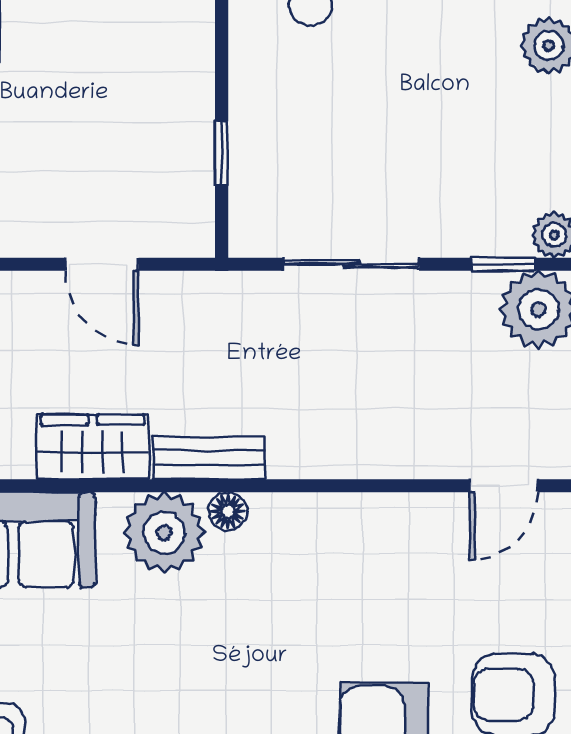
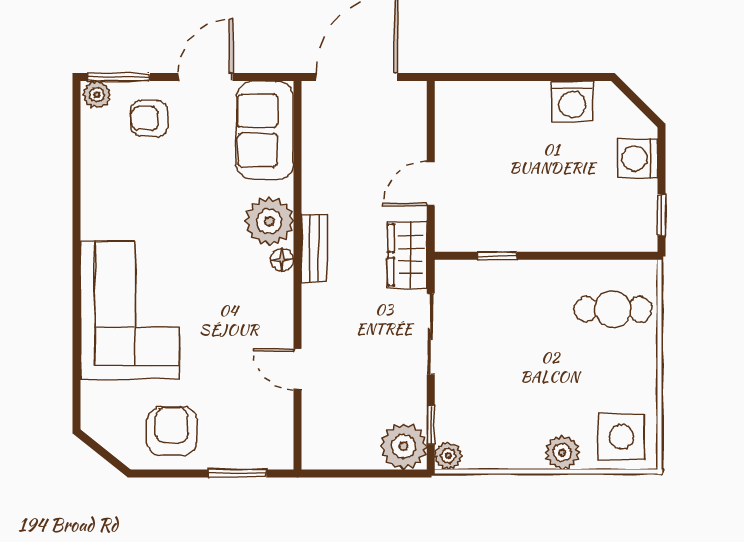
wardrobe: (93, 447) -> (407, 255), moved, turned 180
door: (504, 486) -> (298, 369), moved

